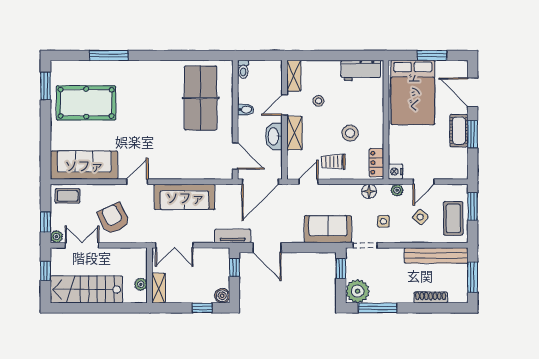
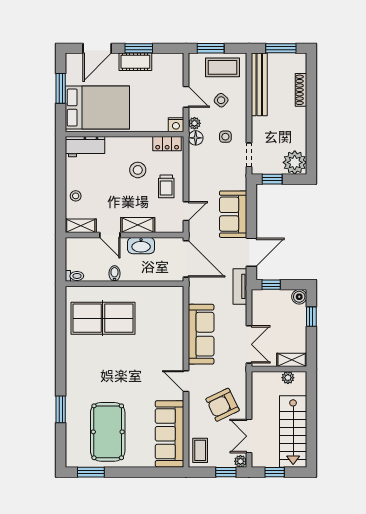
window: (109, 55) -> (61, 409), width x0.69
workbench: (361, 70) -> (85, 147), moved, turned 90
stool: (319, 101) -> (76, 196), moved
door: (235, 156) -> (160, 284), removed
door: (309, 182) -> (186, 211), swing flipped
floor lamp: (369, 191) -> (196, 138), moved
sofa: (328, 229) -> (233, 214), moved
window: (378, 308) -> (311, 143), removed

